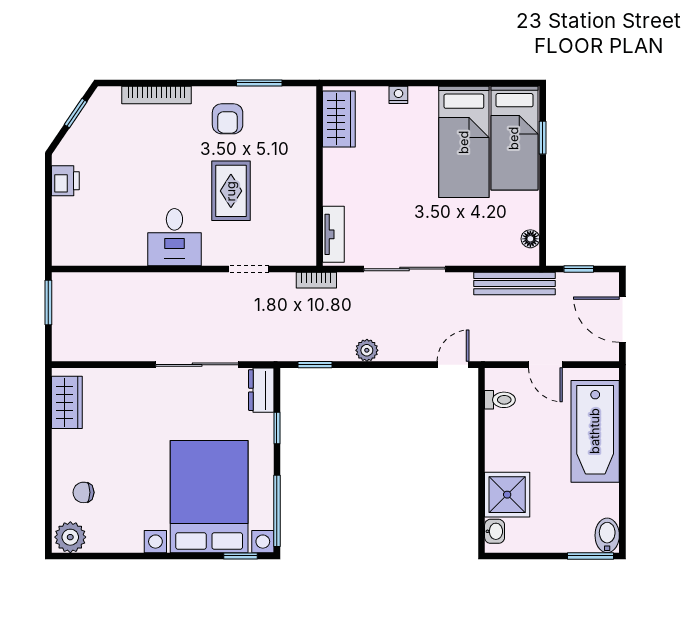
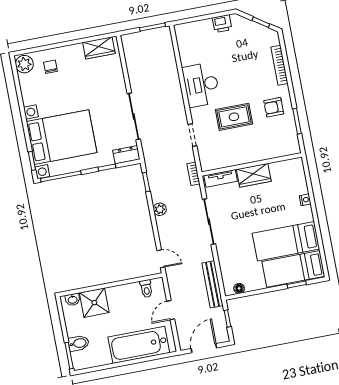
wardrobe: (339, 119) -> (254, 175), moved
desk: (174, 237) -> (201, 85), width x1.37
bidet: (607, 535) -> (79, 343), moved

